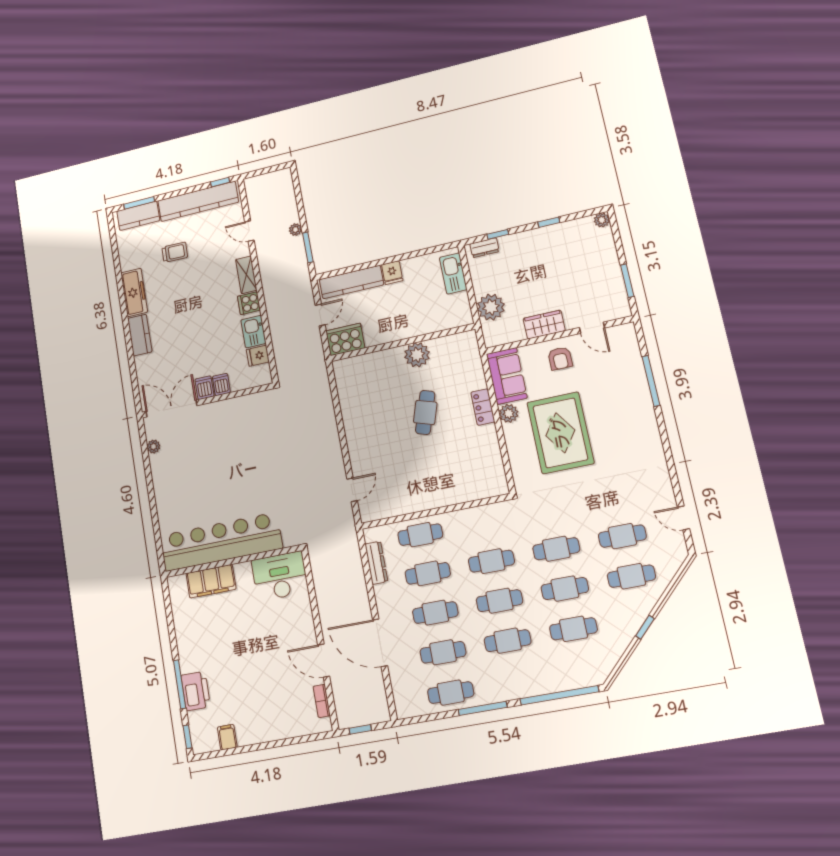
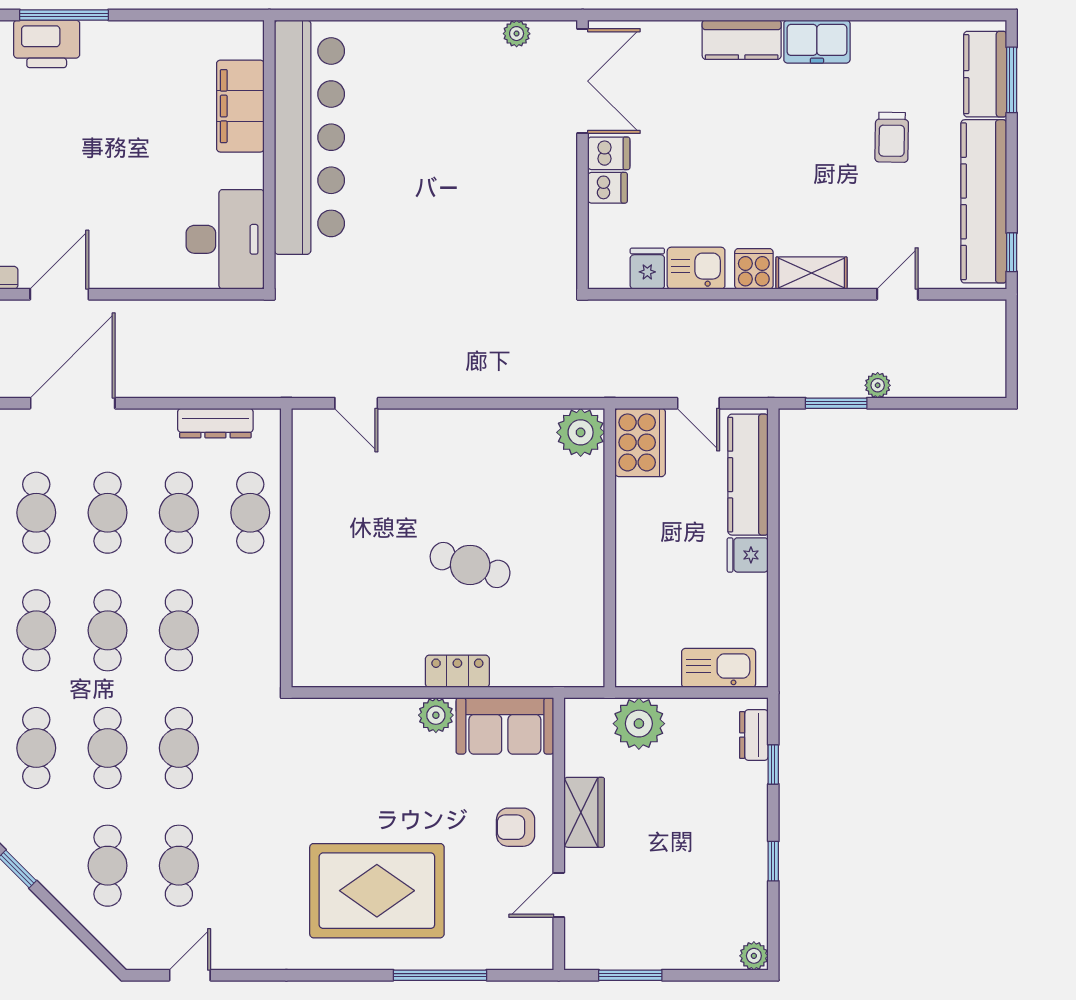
freezer: (134, 292) -> (817, 42), width x0.71
plant: (417, 355) -> (581, 432), moved
rug: (560, 433) -> (377, 891), moved

